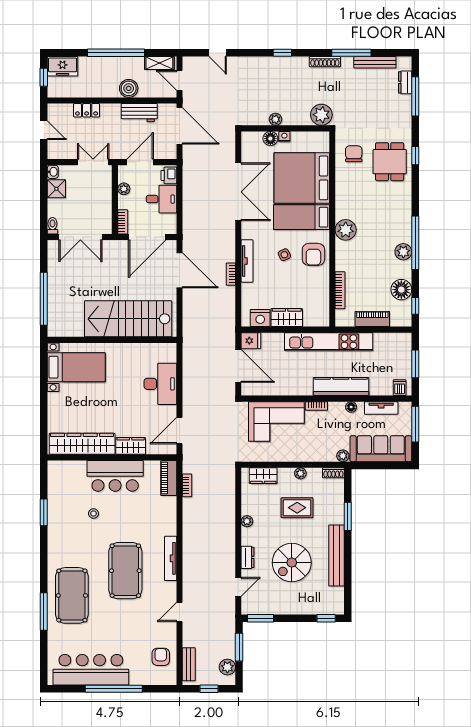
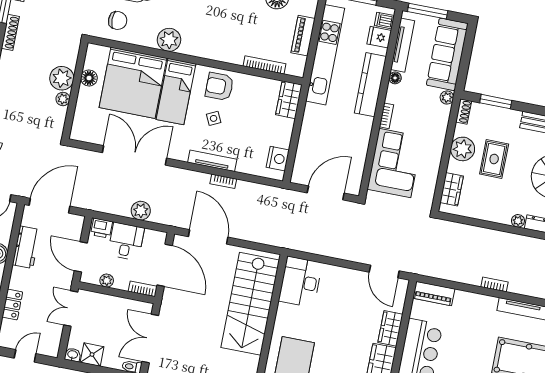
plant: (321, 115) -> (62, 78), moved
nightstand: (284, 137) -> (84, 93), removed
floor lamp: (270, 139) -> (89, 78), moved
chair: (354, 154) -> (118, 21), turned 180
plant: (191, 207) -> (141, 211), added
plant: (346, 230) -> (169, 40), moved
double door: (80, 237) -> (150, 339), swing flipped
armchair: (313, 254) -> (219, 86), turned 180
door: (180, 270) -> (208, 237), hinge flipped
wardrobe: (287, 318) -> (289, 100), moved
fridge: (251, 341) -> (379, 37), moved, turned -90
kitchen unit: (329, 342) -> (325, 55), moved
desk: (160, 384) -> (300, 282), moved, turned -90
tv unit: (381, 408) -> (403, 45), width x1.41
plant: (300, 473) -> (463, 149), width x1.88, depth x1.88
bookcase: (187, 485) -> (494, 284), moved
window: (348, 516) -> (496, 102), moved
plant: (247, 521) -> (518, 221), moved

